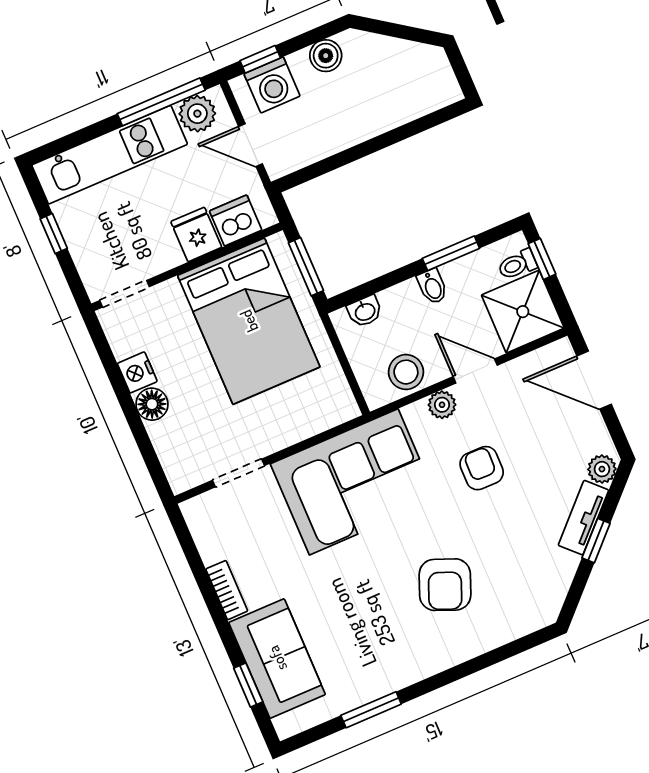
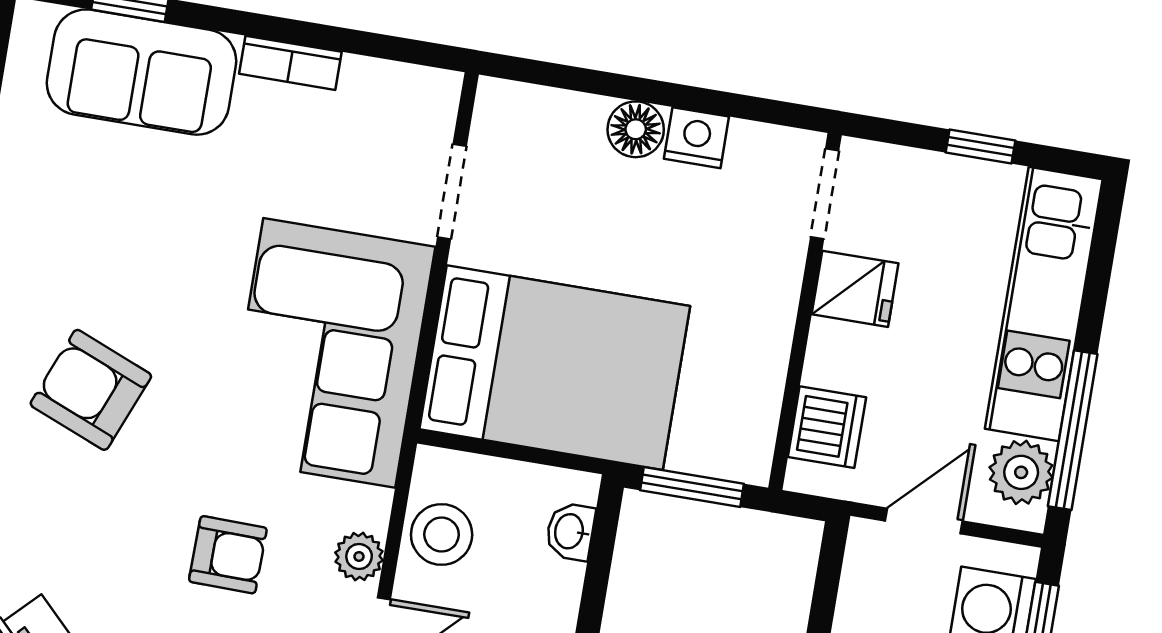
fridge: (196, 234) -> (855, 289), moved
bed: (249, 321) -> (555, 368), moved, turned 180

